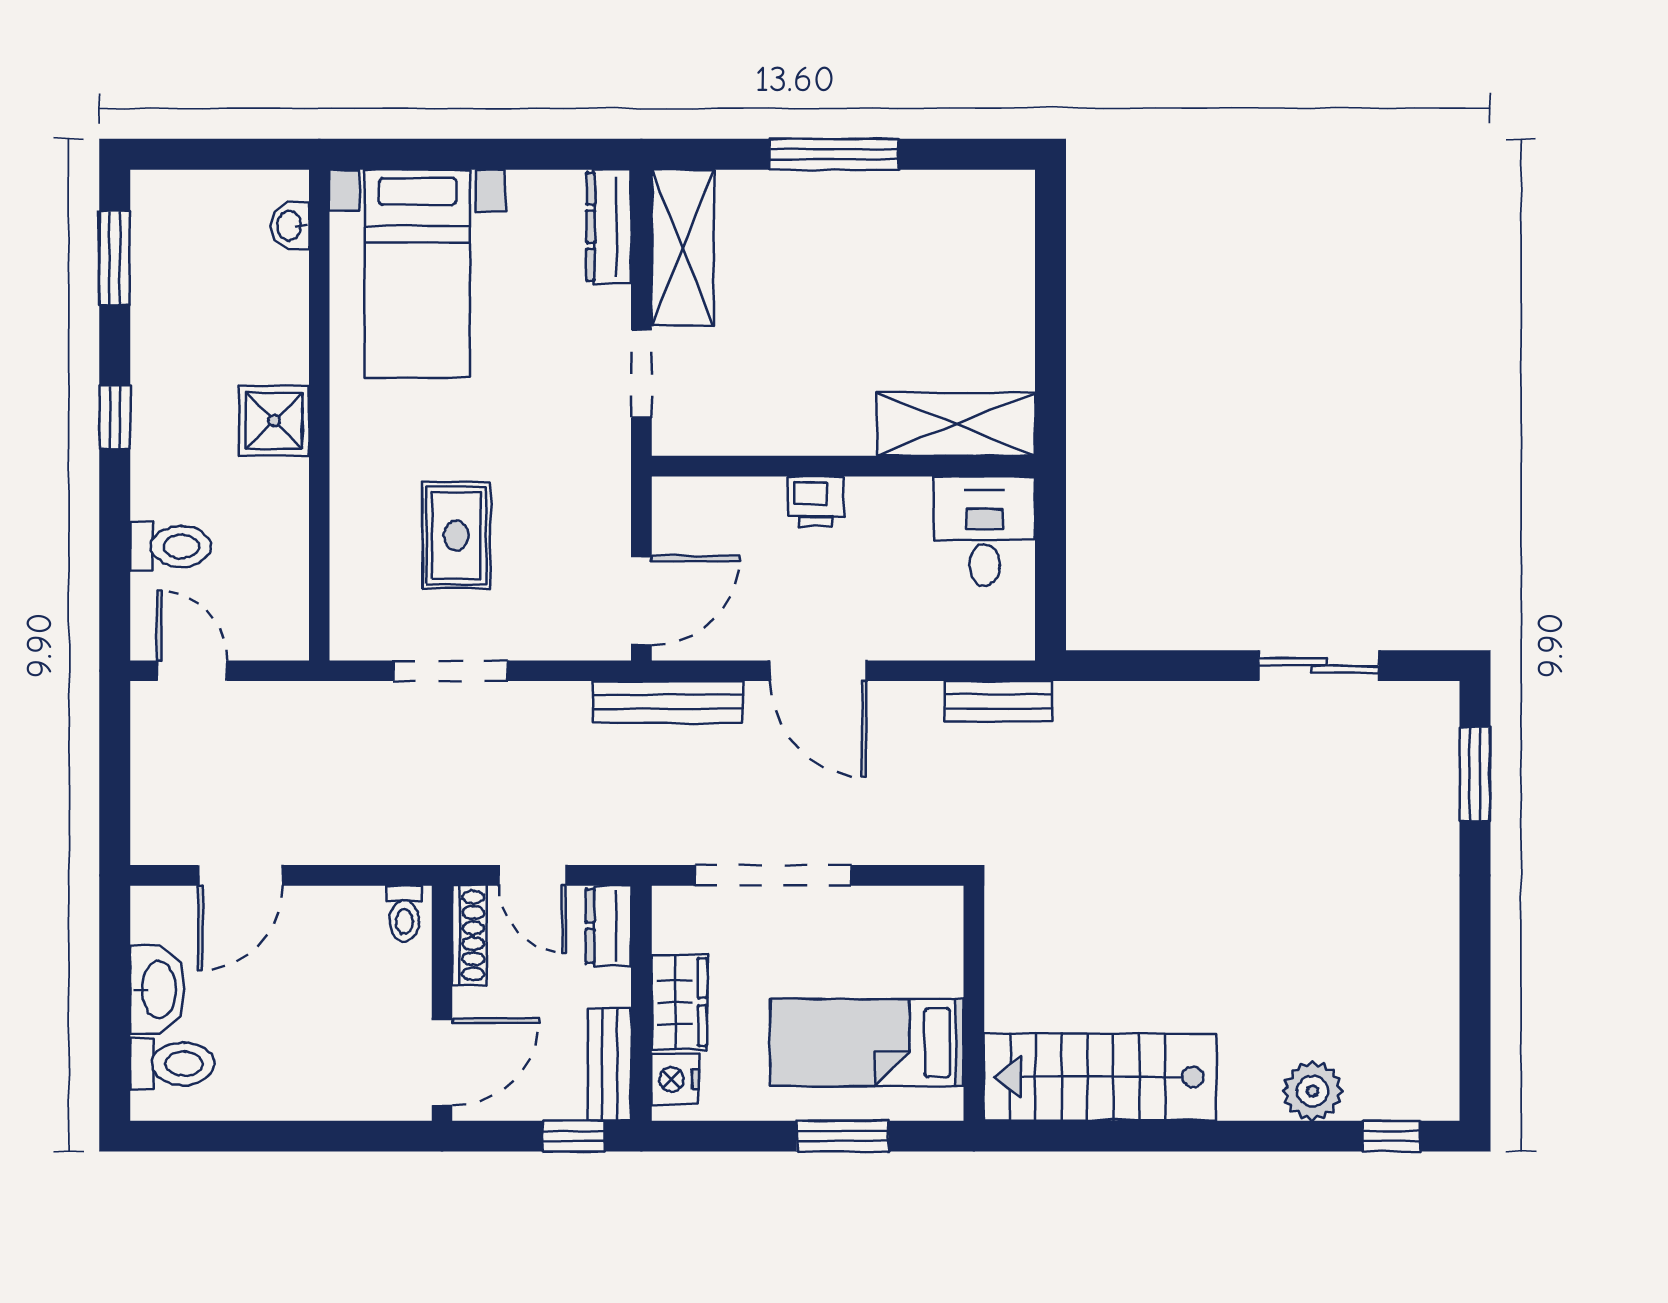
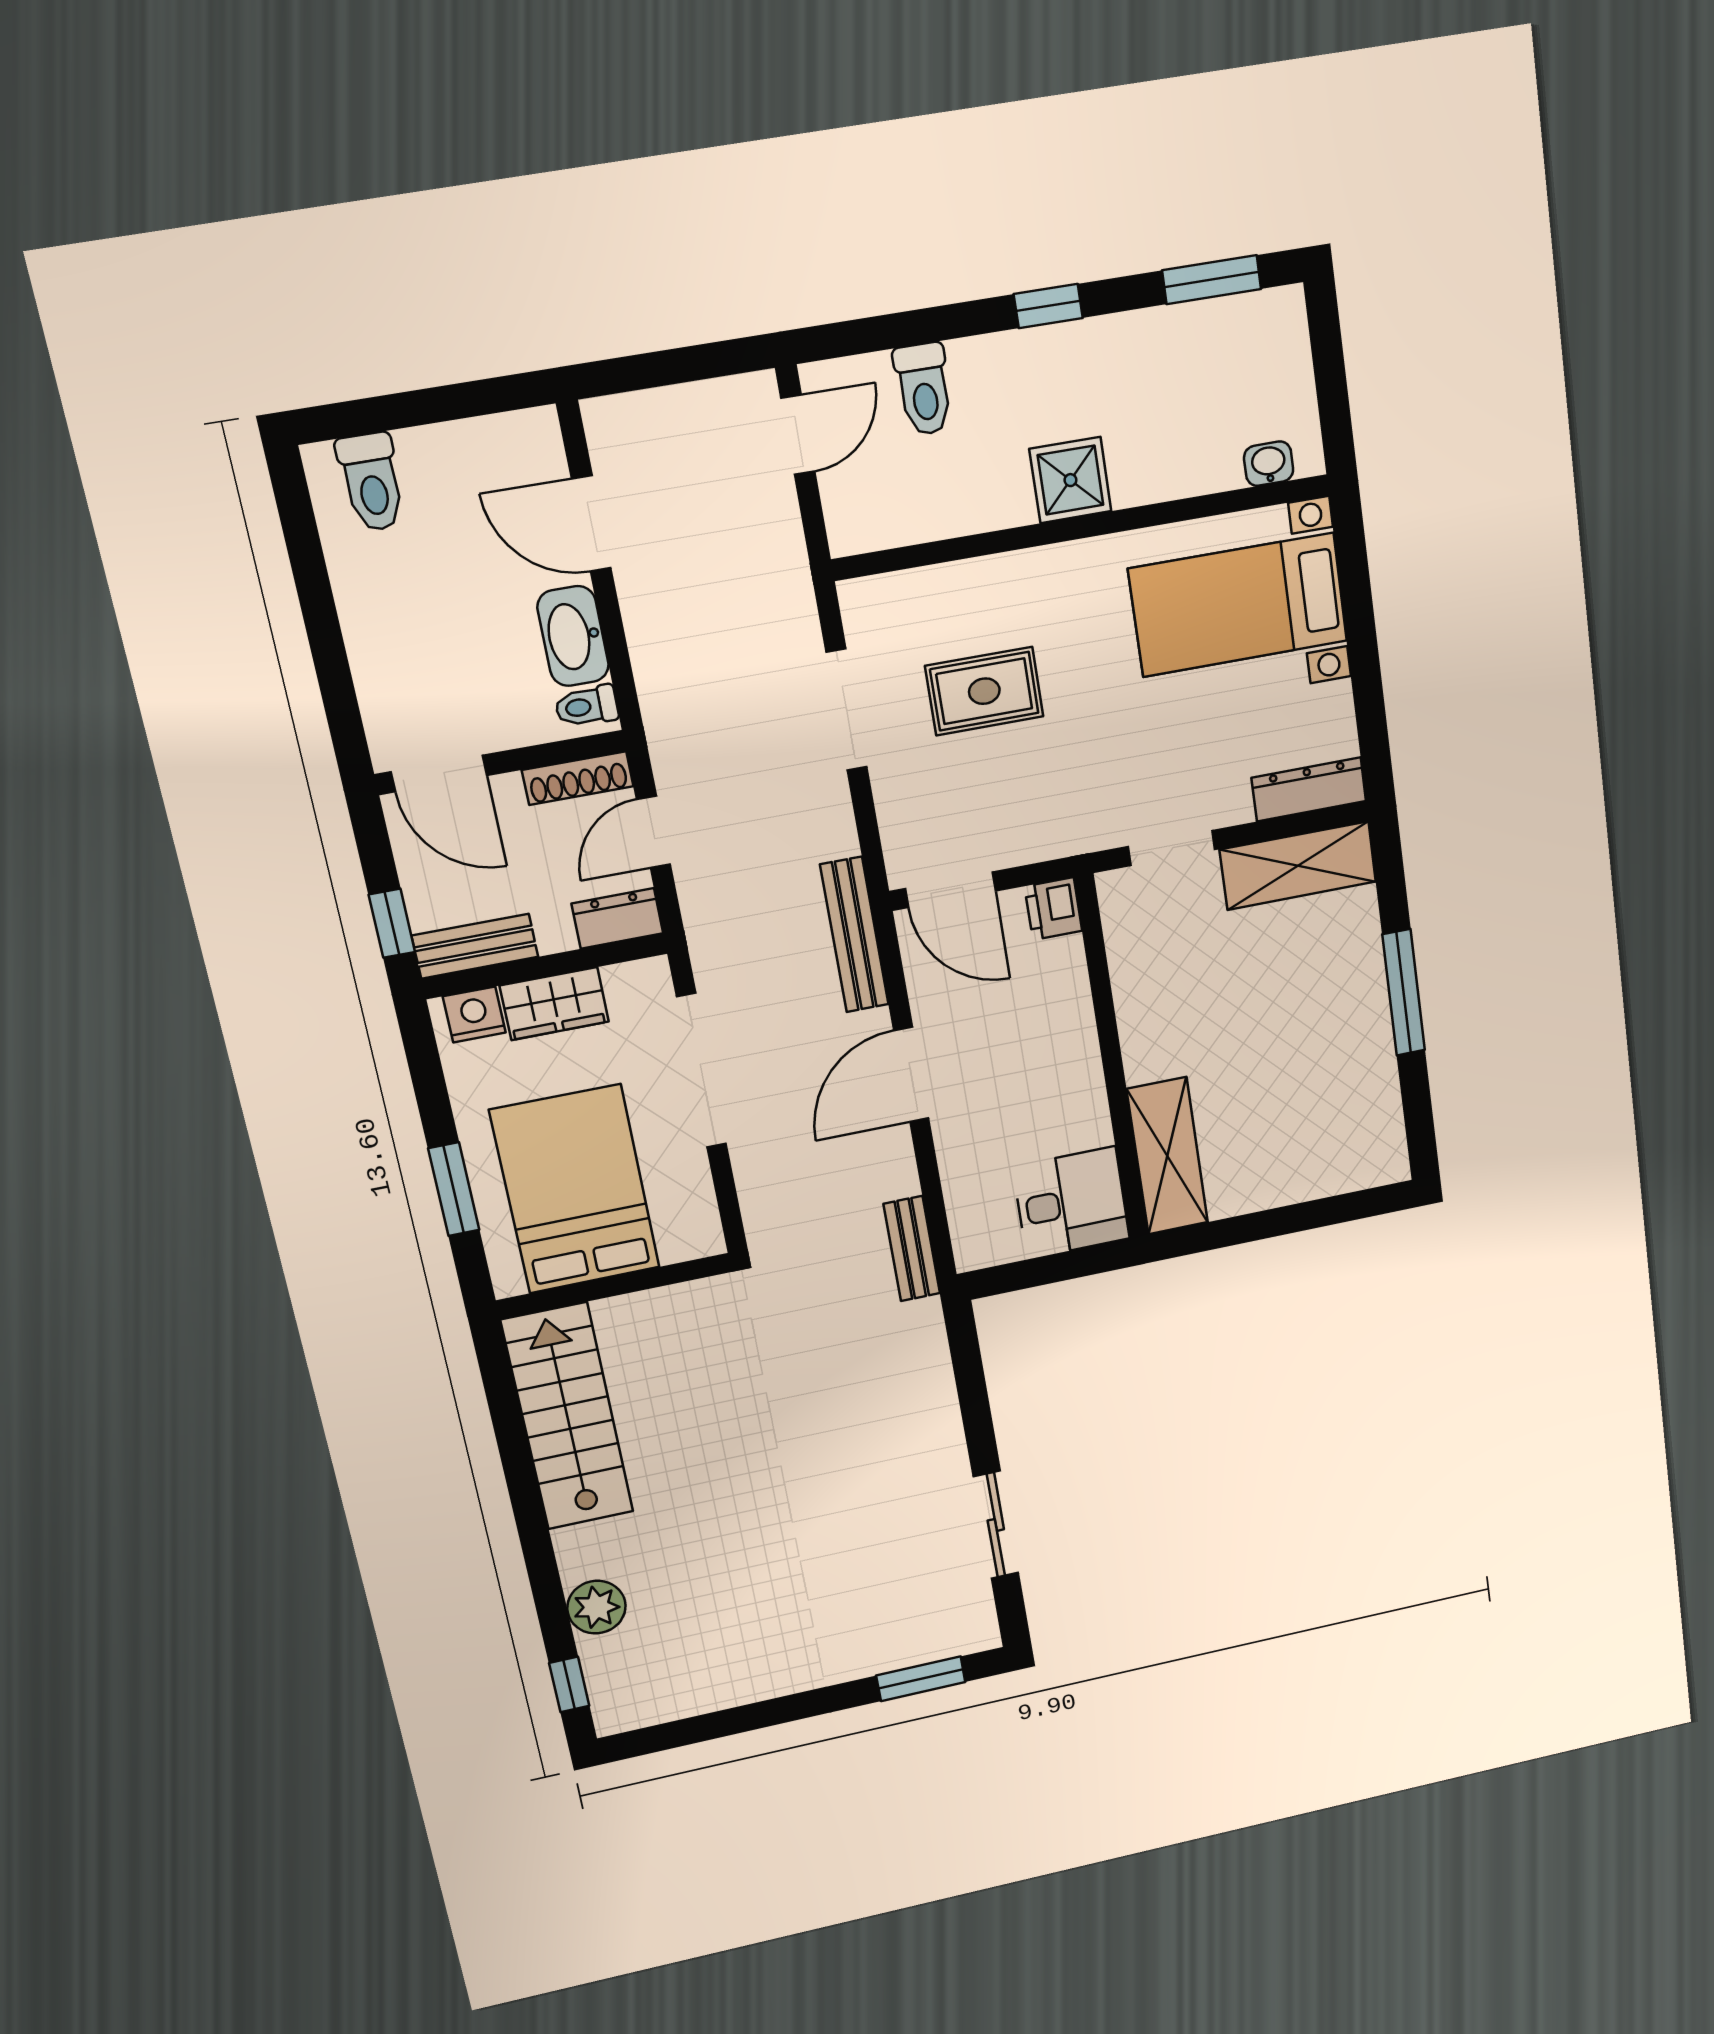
printer: (816, 502) -> (1053, 909), moved
washbasin: (157, 989) -> (573, 636), moved, turned 90
bed: (867, 1043) -> (575, 1189), width x1.50

